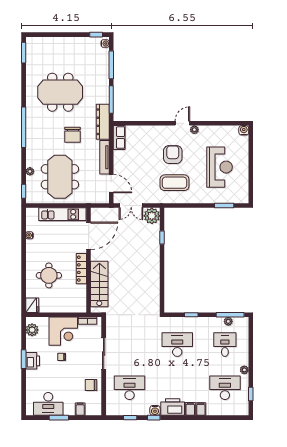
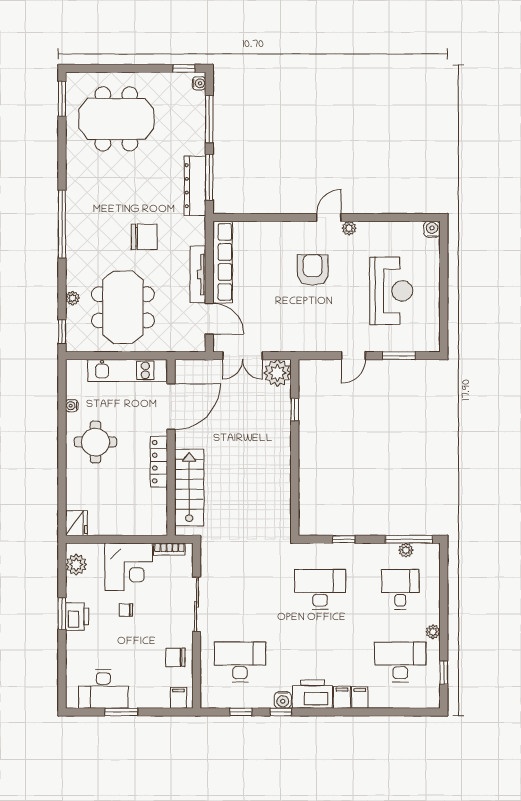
meeting table: (60, 92) -> (116, 119), moved
dresser: (103, 122) -> (195, 186), moved
chair: (73, 135) -> (144, 237), turned -90
row of seats: (119, 138) -> (223, 262), width x2.02
coffee table: (174, 183) -> (316, 317), removed
door: (197, 206) -> (353, 356), added
round table: (49, 275) -> (95, 442), moved
filing cabinet: (80, 409) -> (178, 698), moved

